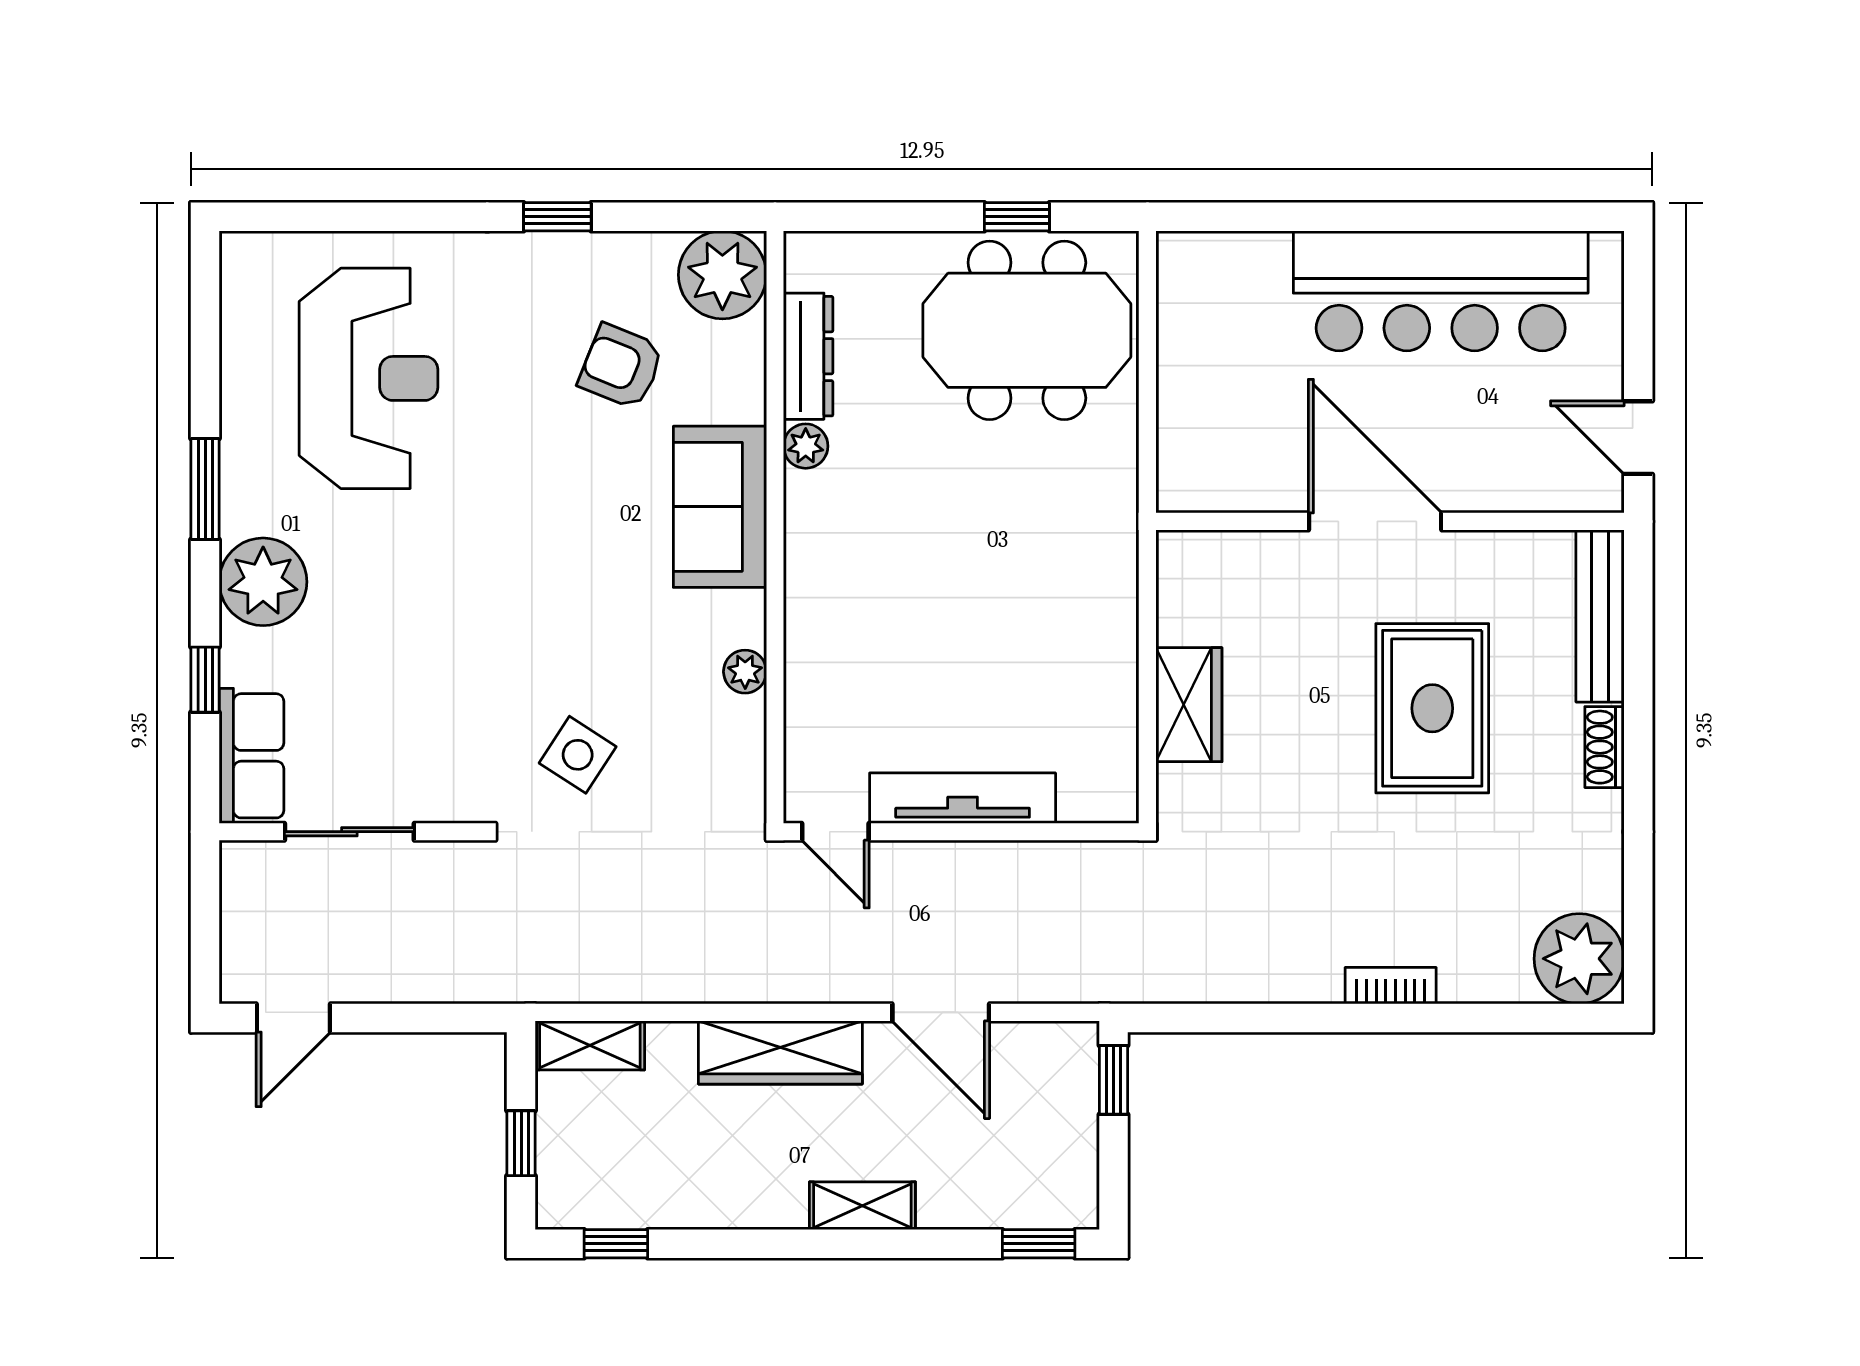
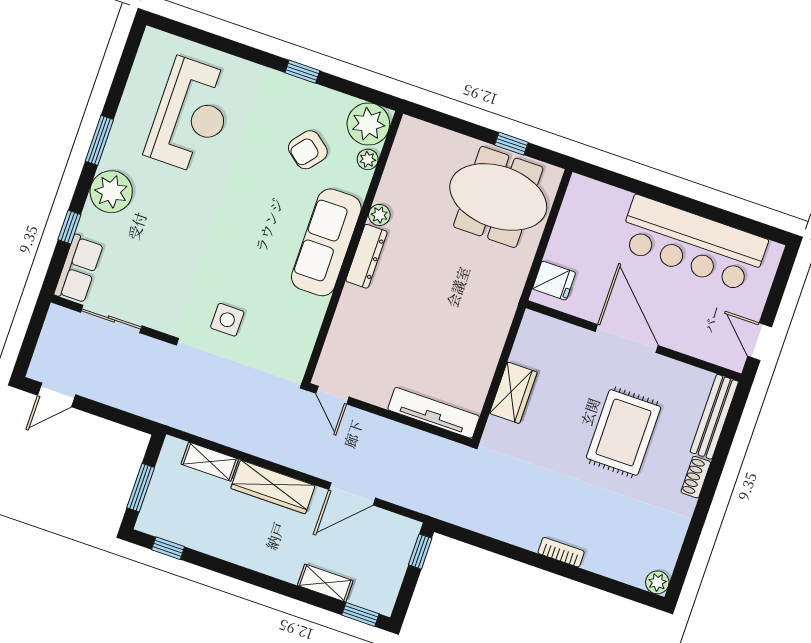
dresser: (808, 356) -> (366, 256), moved
armchair: (621, 366) -> (308, 150), turned -73
fridge: (1193, 457) -> (554, 281), added
sofa: (720, 507) -> (326, 242), width x1.36
plant: (745, 672) -> (368, 159), moved
side table: (578, 755) -> (227, 320), turned -33
tv unit: (963, 798) -> (434, 413), moved
plant: (1579, 959) -> (657, 582), width x0.53, depth x0.53
door: (941, 1012) -> (352, 494), hinge flipped
shelving: (590, 1045) -> (210, 462), moved
window: (521, 1143) -> (141, 488), width x1.50
shelving: (862, 1206) -> (325, 583), moved

